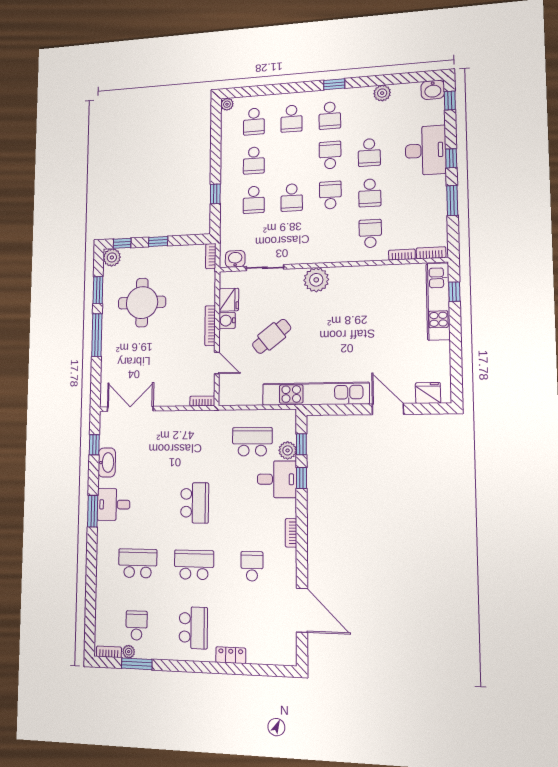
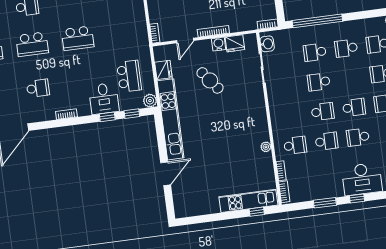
school desk: (370, 193) -> (327, 141), turned 180
window: (215, 194) -> (317, 21), width x3.17
plant: (316, 280) -> (266, 147), moved, width x0.53, depth x0.53
fridge: (428, 393) -> (163, 70), moved
plant: (288, 450) -> (150, 101), moved
school desk: (194, 565) -> (32, 44), turned 90

